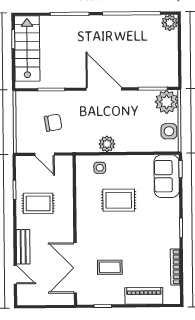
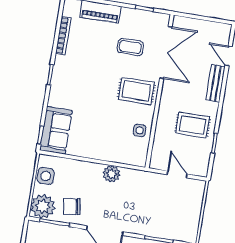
chair: (53, 123) -> (72, 207), moved
side table: (100, 168) -> (140, 130), moved
rug: (119, 200) -> (136, 91), moved

